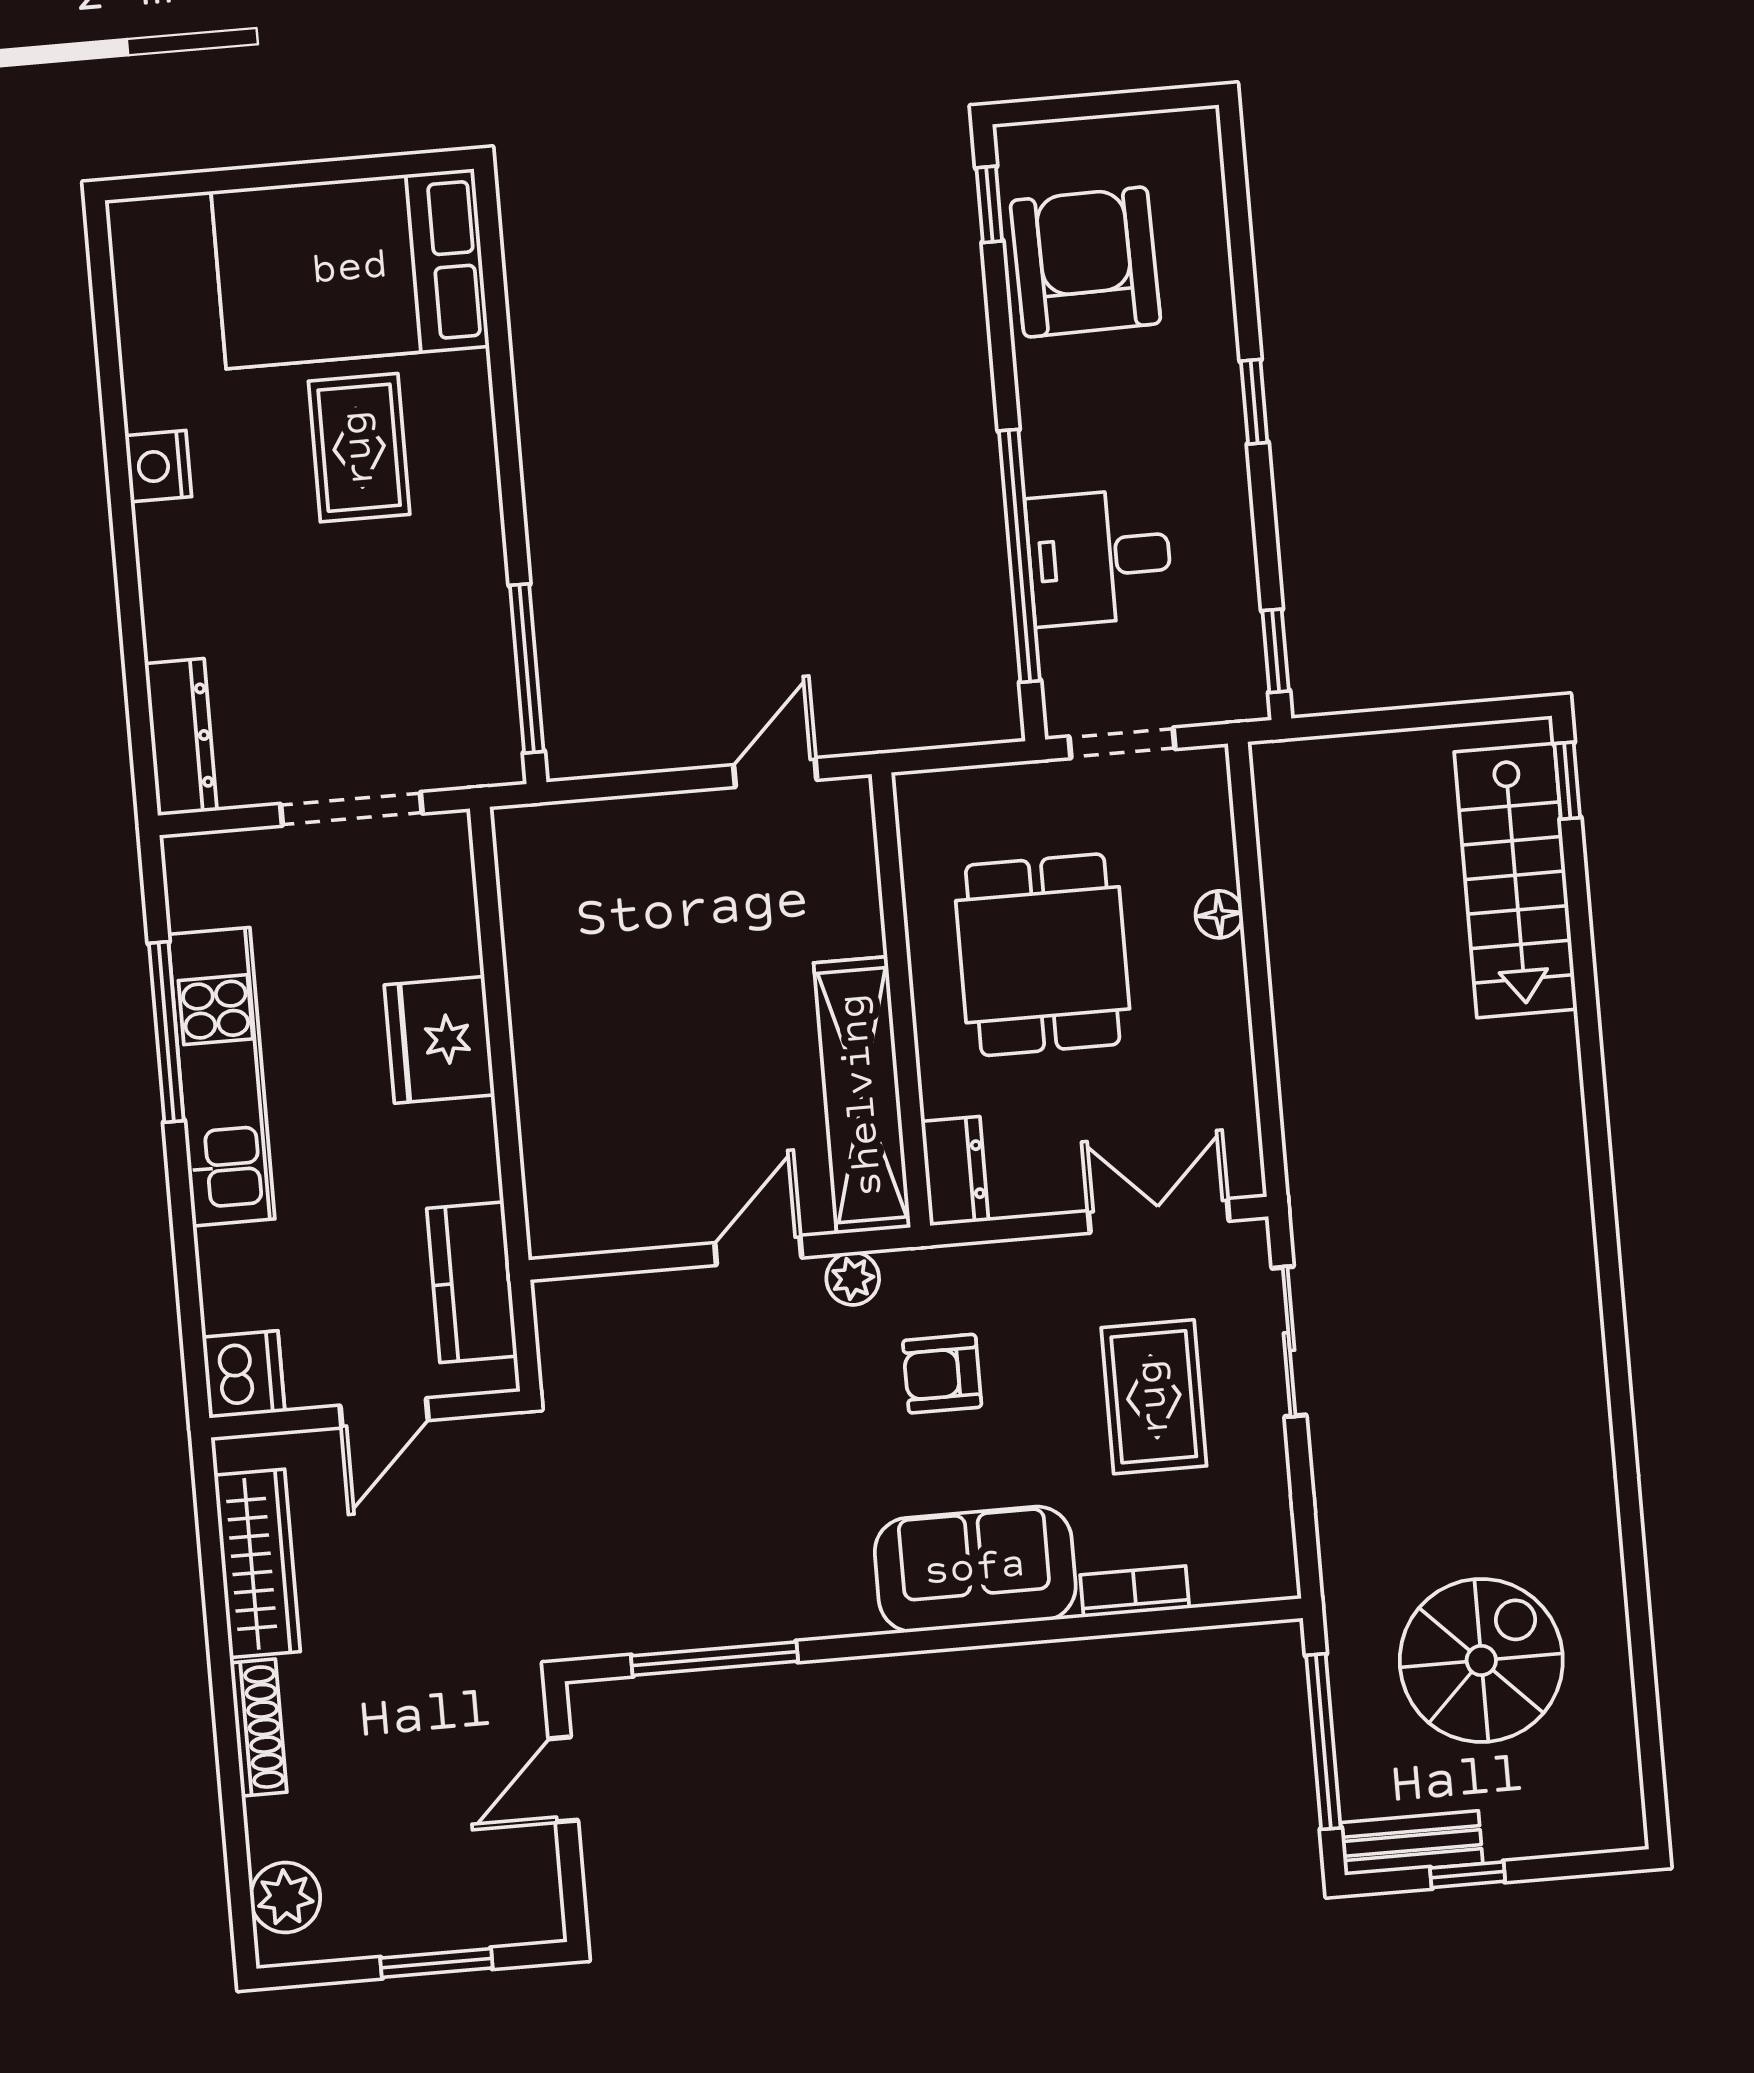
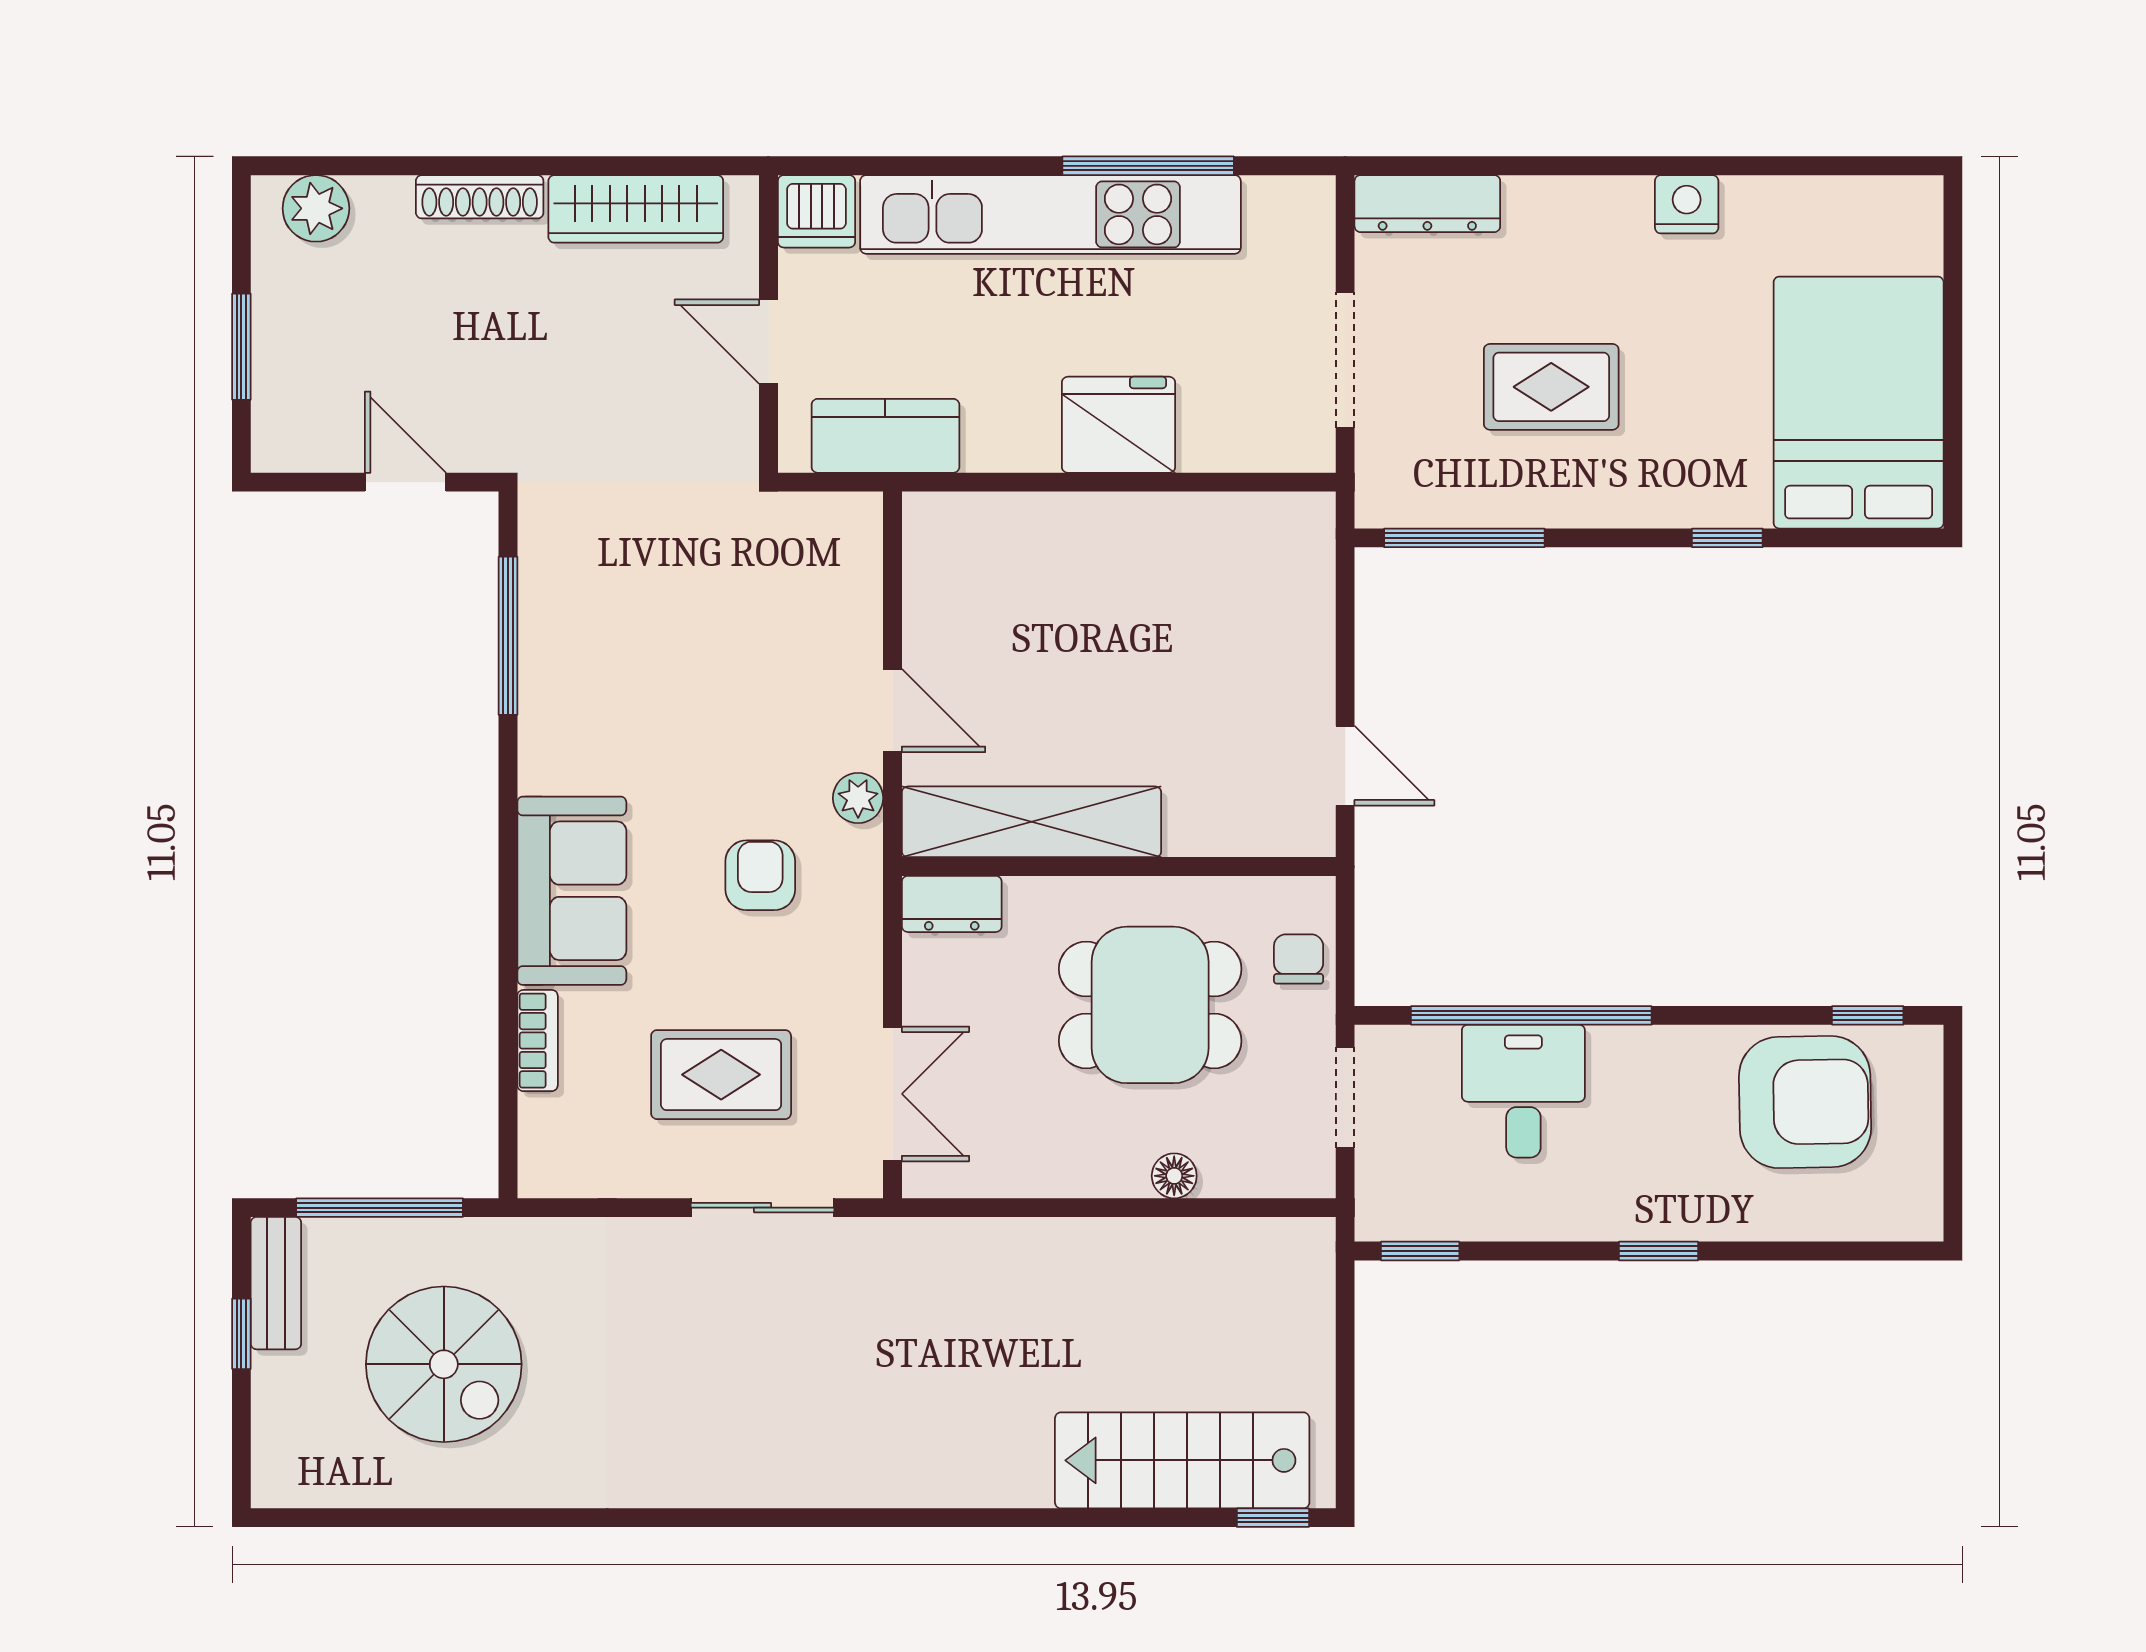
window: (503, 394) -> (1727, 538), added
rug: (359, 448) -> (1551, 387), moved
chair: (981, 804) -> (1299, 959), added
kitchen unit: (221, 1077) -> (1050, 214), width x1.36

